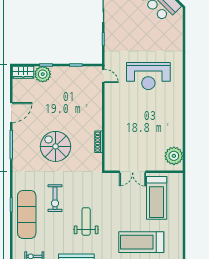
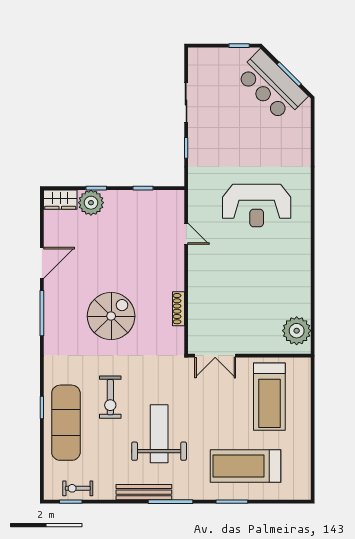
door: (103, 76) -> (186, 234), moved
spiral stairs: (55, 146) -> (111, 316), turned 90
double door: (133, 172) -> (215, 356), moved
weight bench: (86, 221) -> (159, 434), width x1.36, depth x1.33

